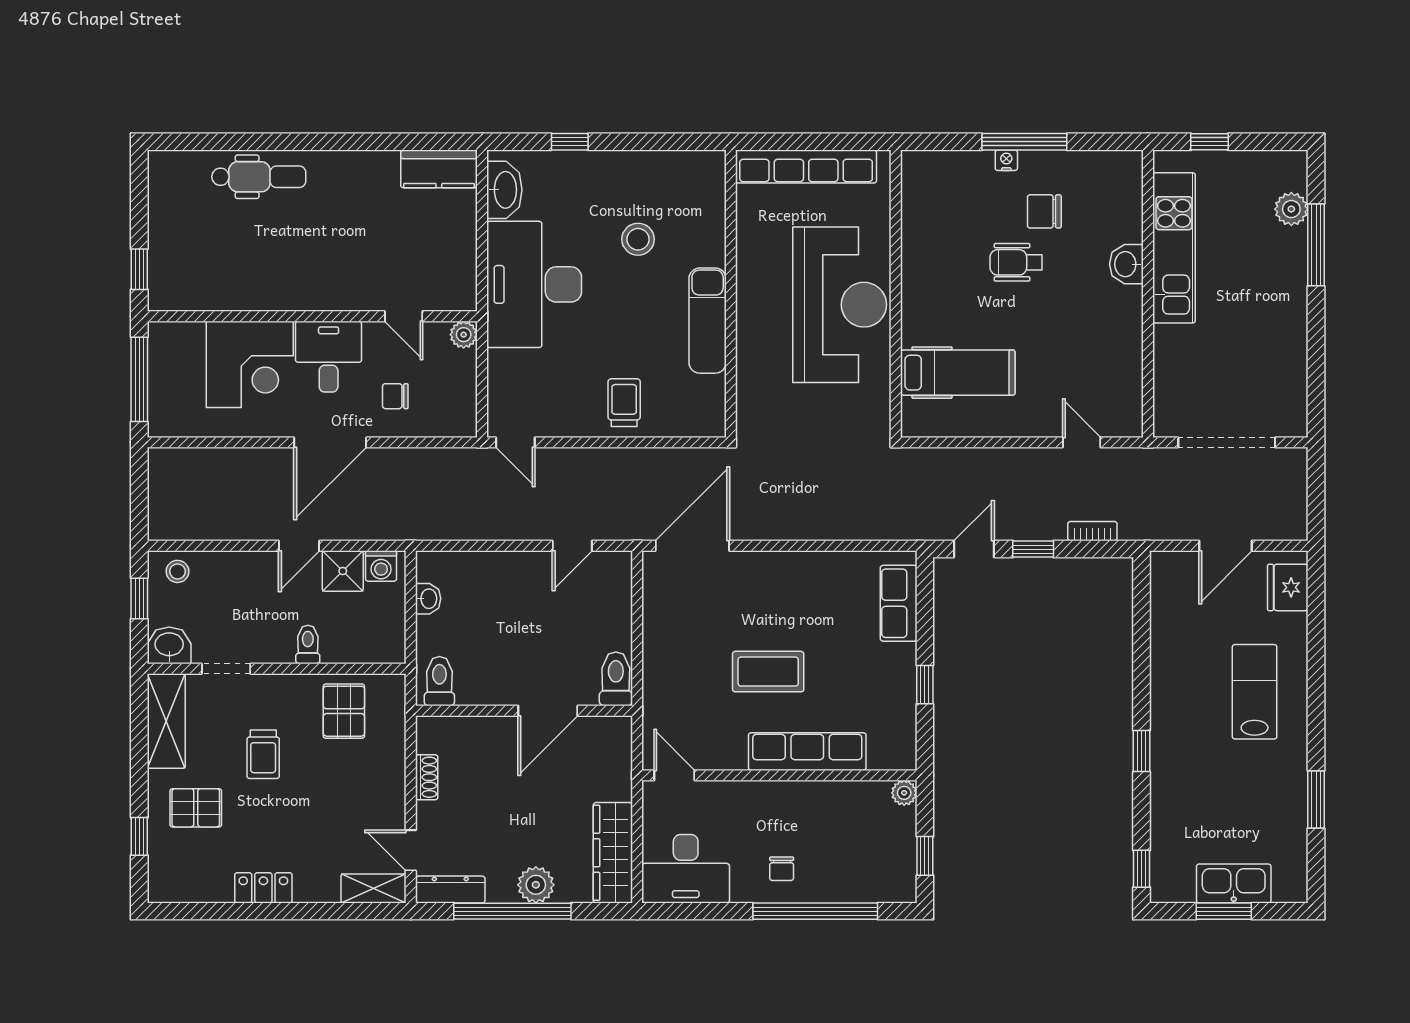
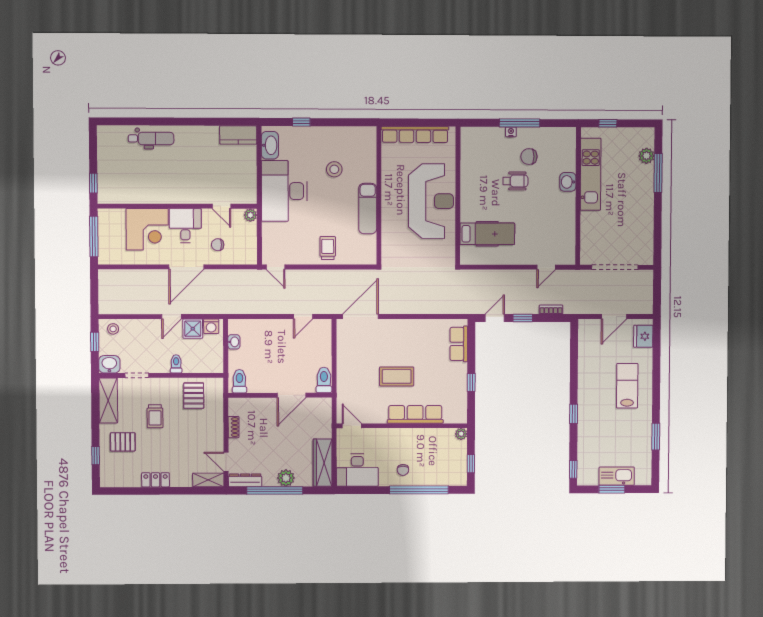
wheelchair: (1016, 262) -> (515, 181), turned 180
door: (1082, 442) -> (546, 267), swing flipped

